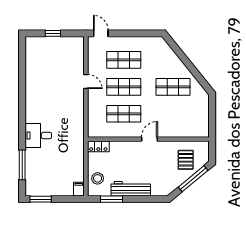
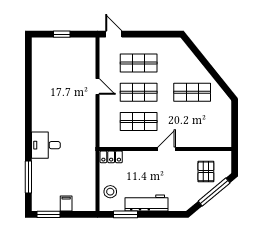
filing cabinet: (79, 189) -> (66, 203), moved

